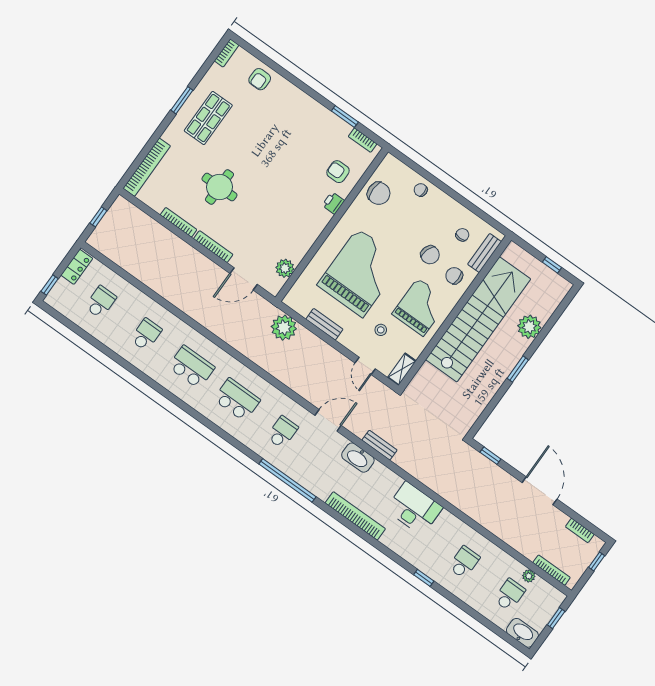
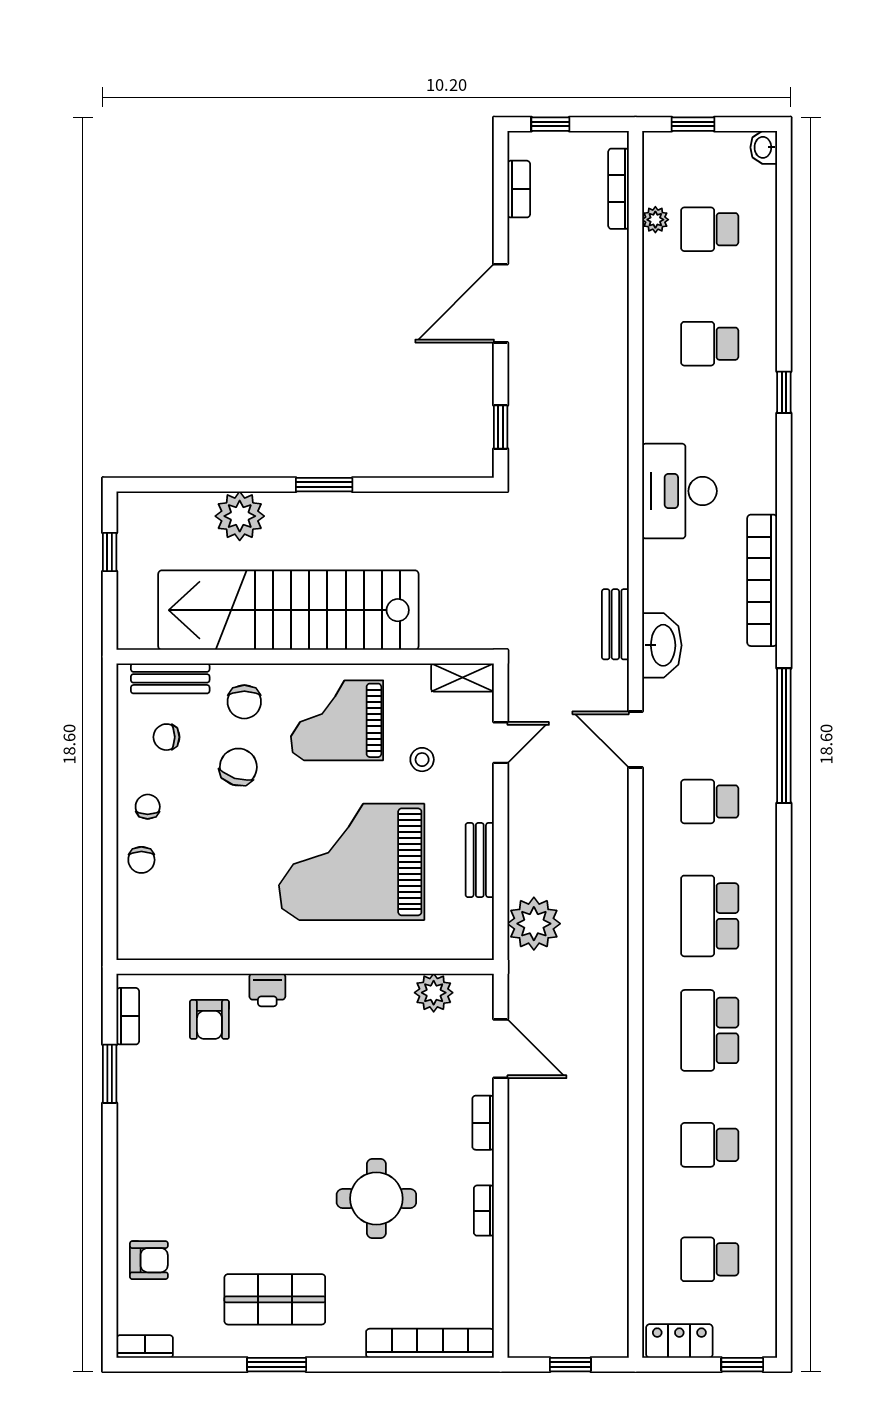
chair: (379, 193) -> (148, 807), moved, width x0.54, depth x0.54
bookcase: (179, 222) -> (484, 1211), width x0.64
bookcase: (213, 247) -> (483, 1123), width x0.64
washbasin: (522, 633) -> (764, 147), width x0.52, depth x0.69

